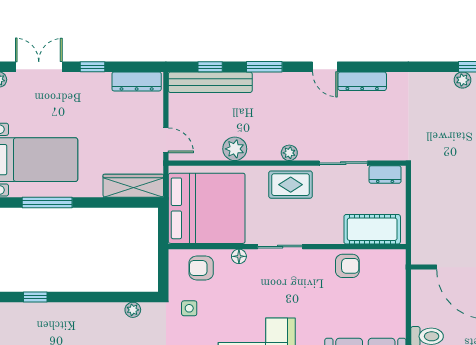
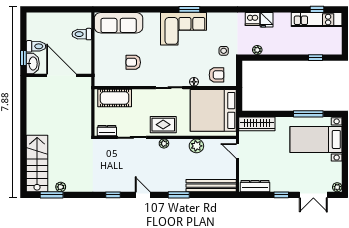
window: (210, 67) -> (113, 195), moved
dresser: (362, 81) -> (120, 186), removed
armchair: (347, 266) -> (133, 62), moved

